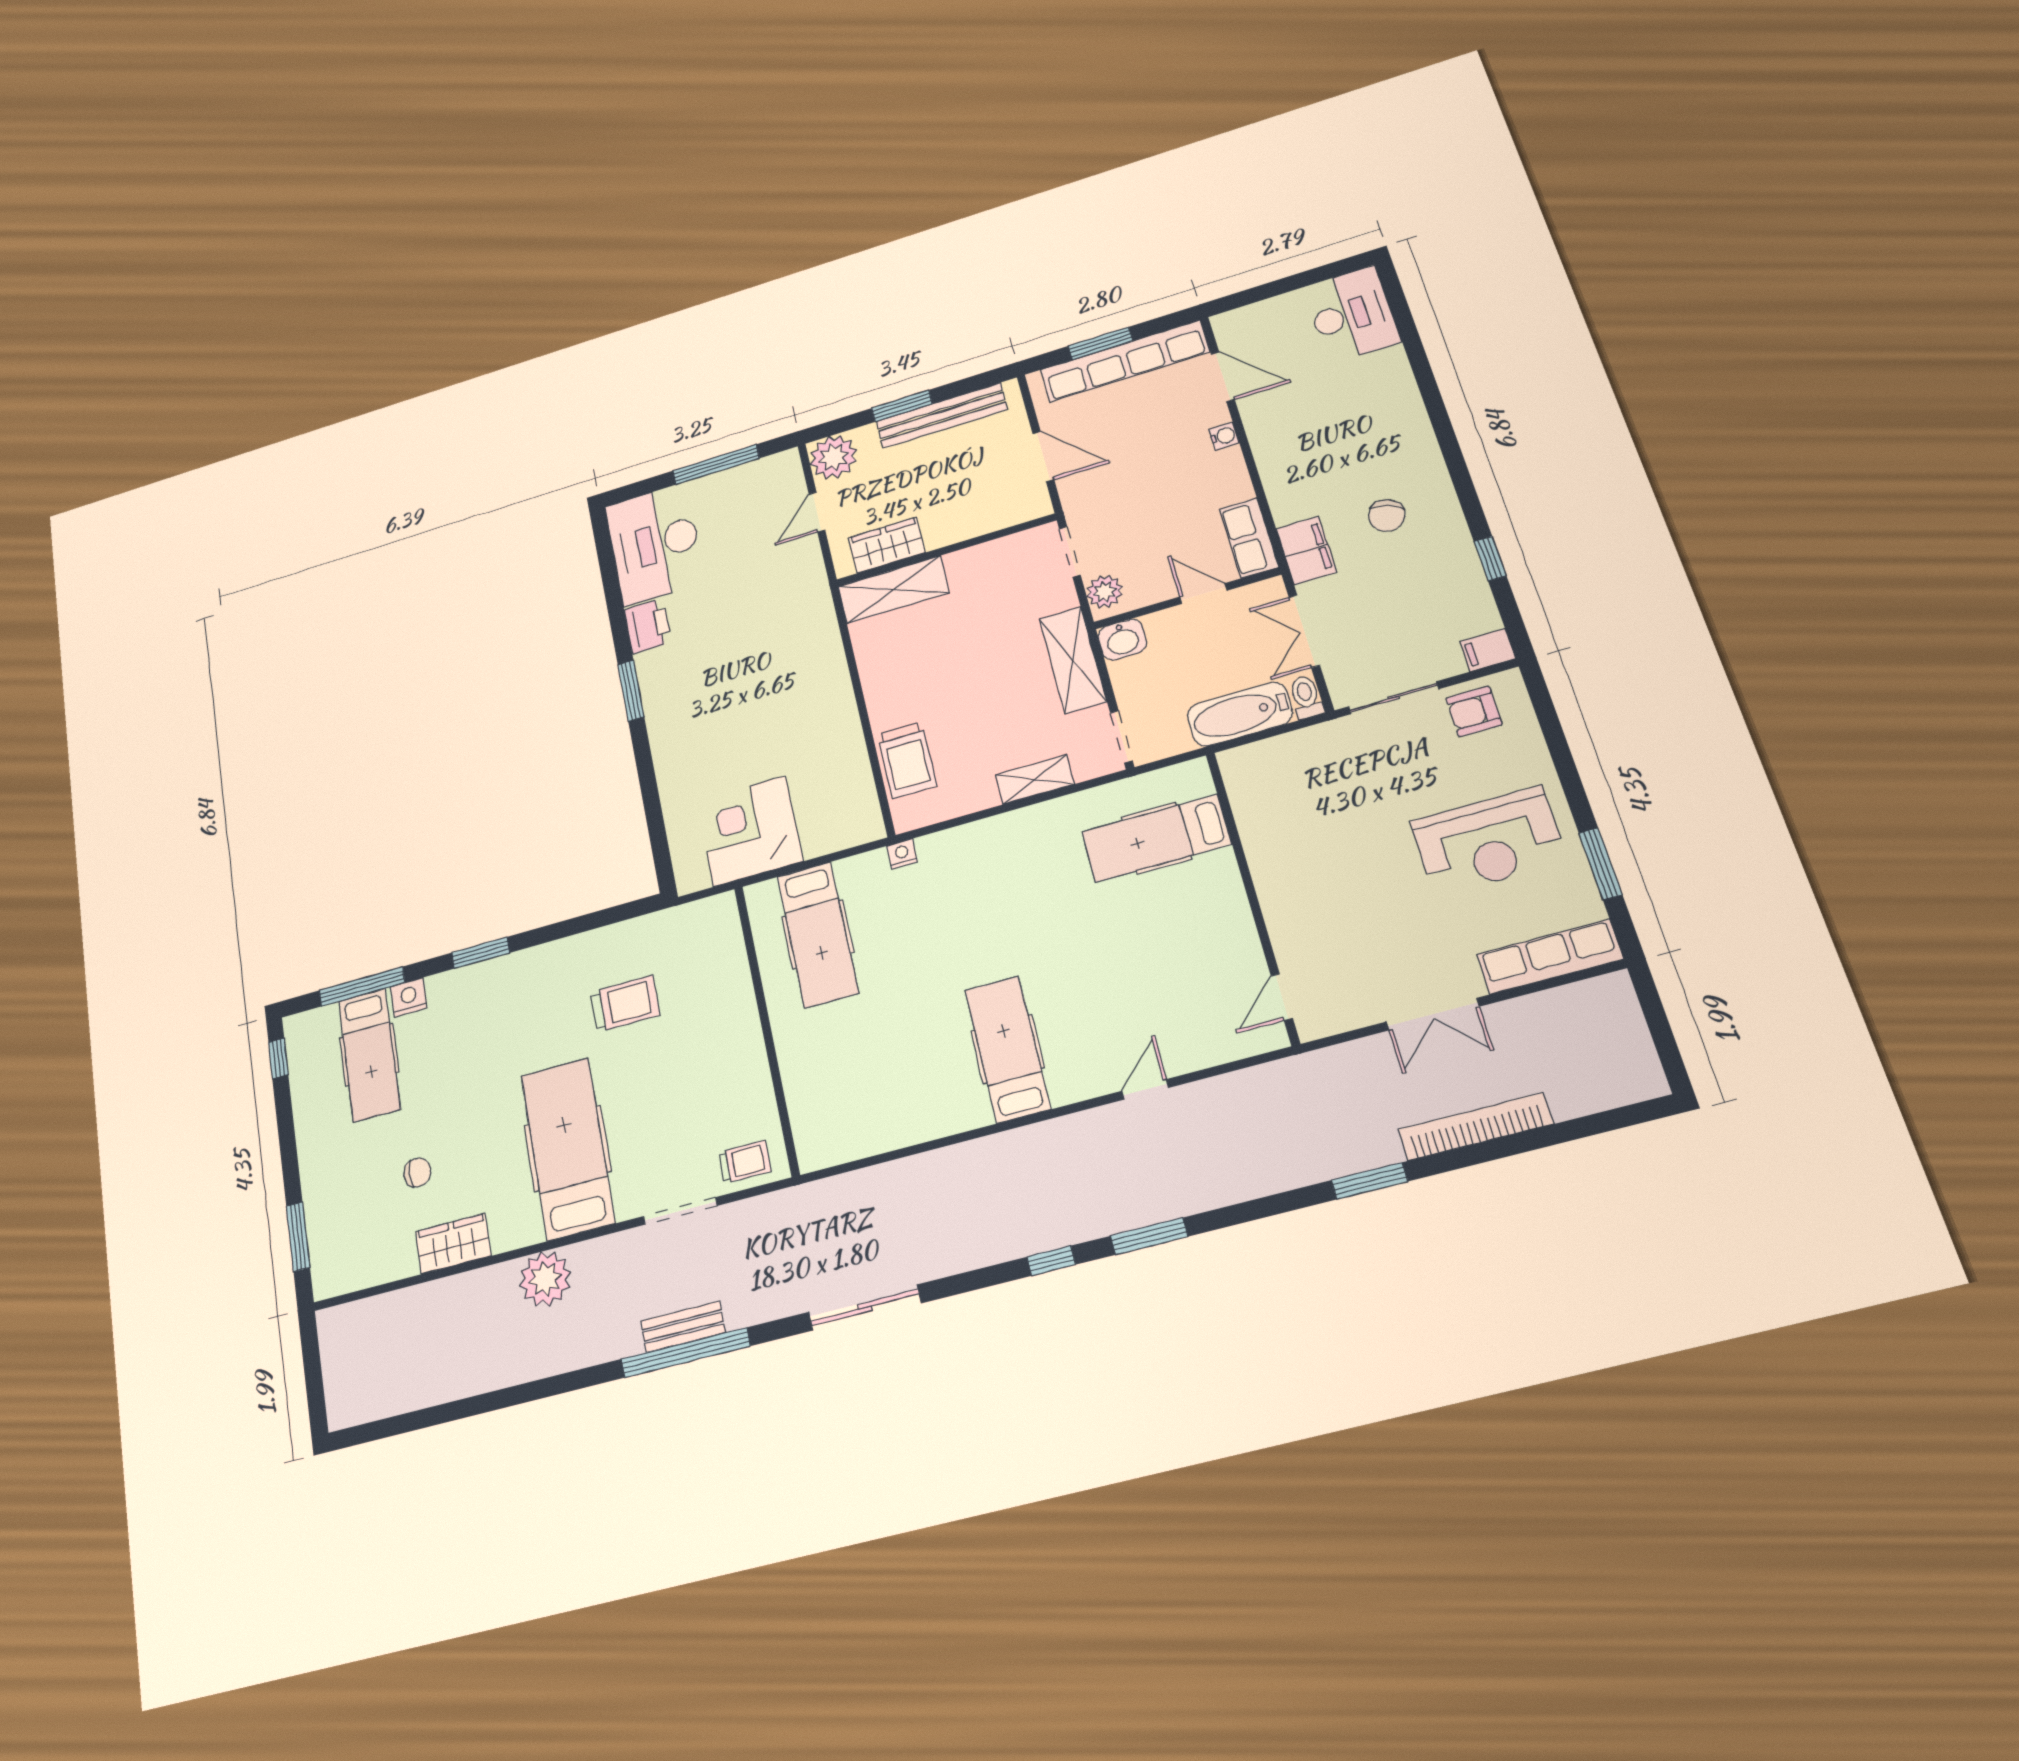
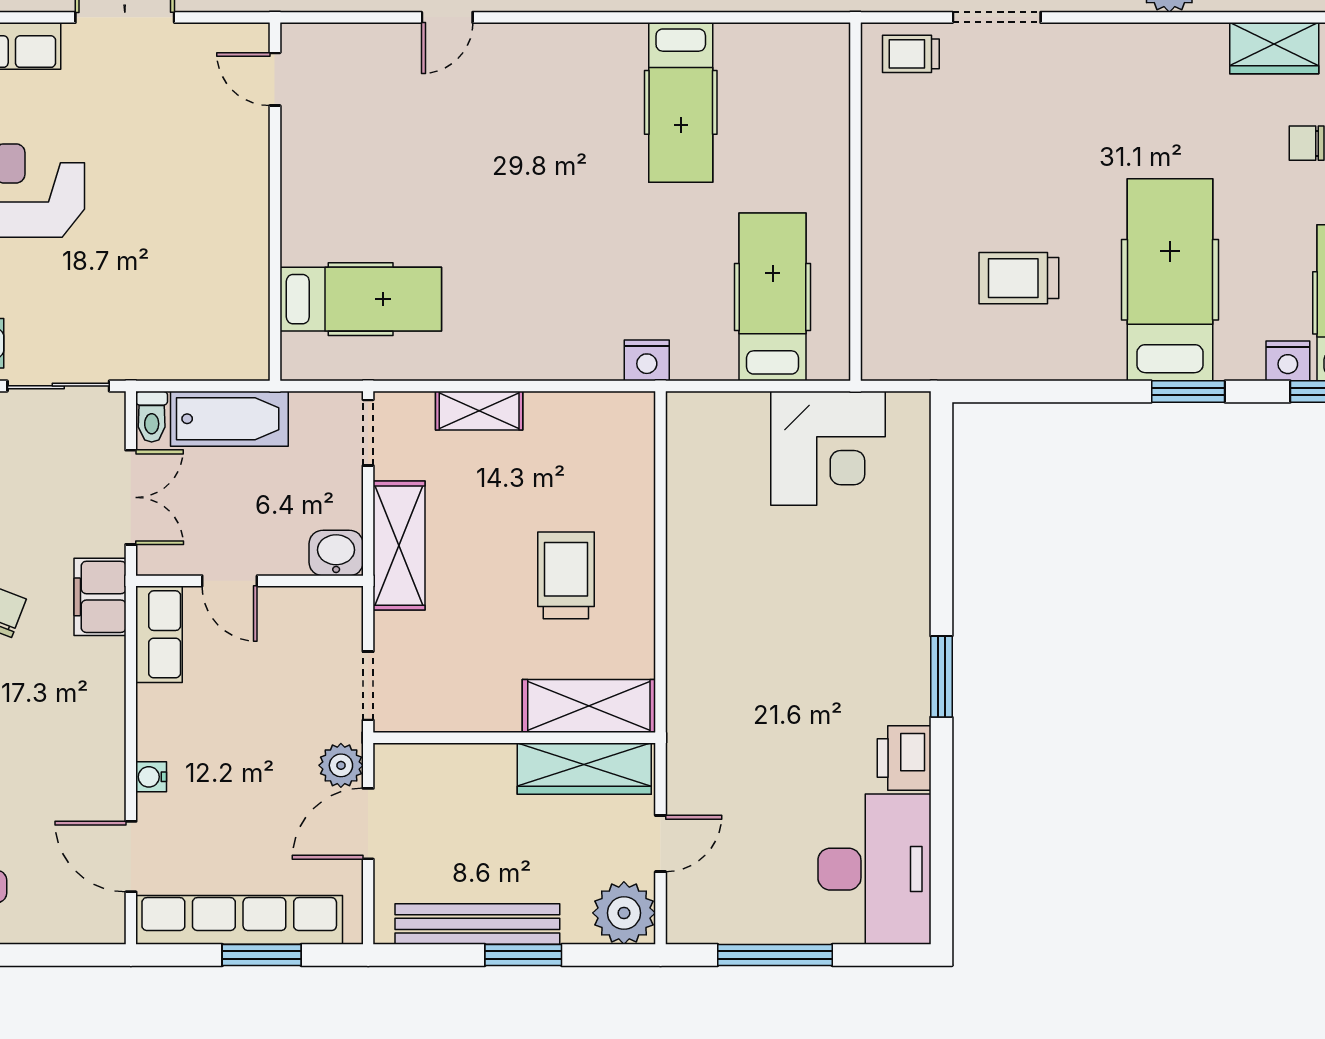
door: (1043, 457) -> (368, 824), hinge flipped
wardrobe: (887, 545) -> (584, 769), width x1.50
plant: (1105, 592) -> (341, 765), moved
trolley: (907, 760) -> (566, 575), moved
nightstand: (902, 854) -> (647, 360), width x1.39, depth x1.35
door: (1282, 997) -> (275, 79), swing flipped
hospital bed: (1008, 1049) -> (681, 102), moved
hospital bed: (568, 1148) -> (1170, 280), moved, turned 180

